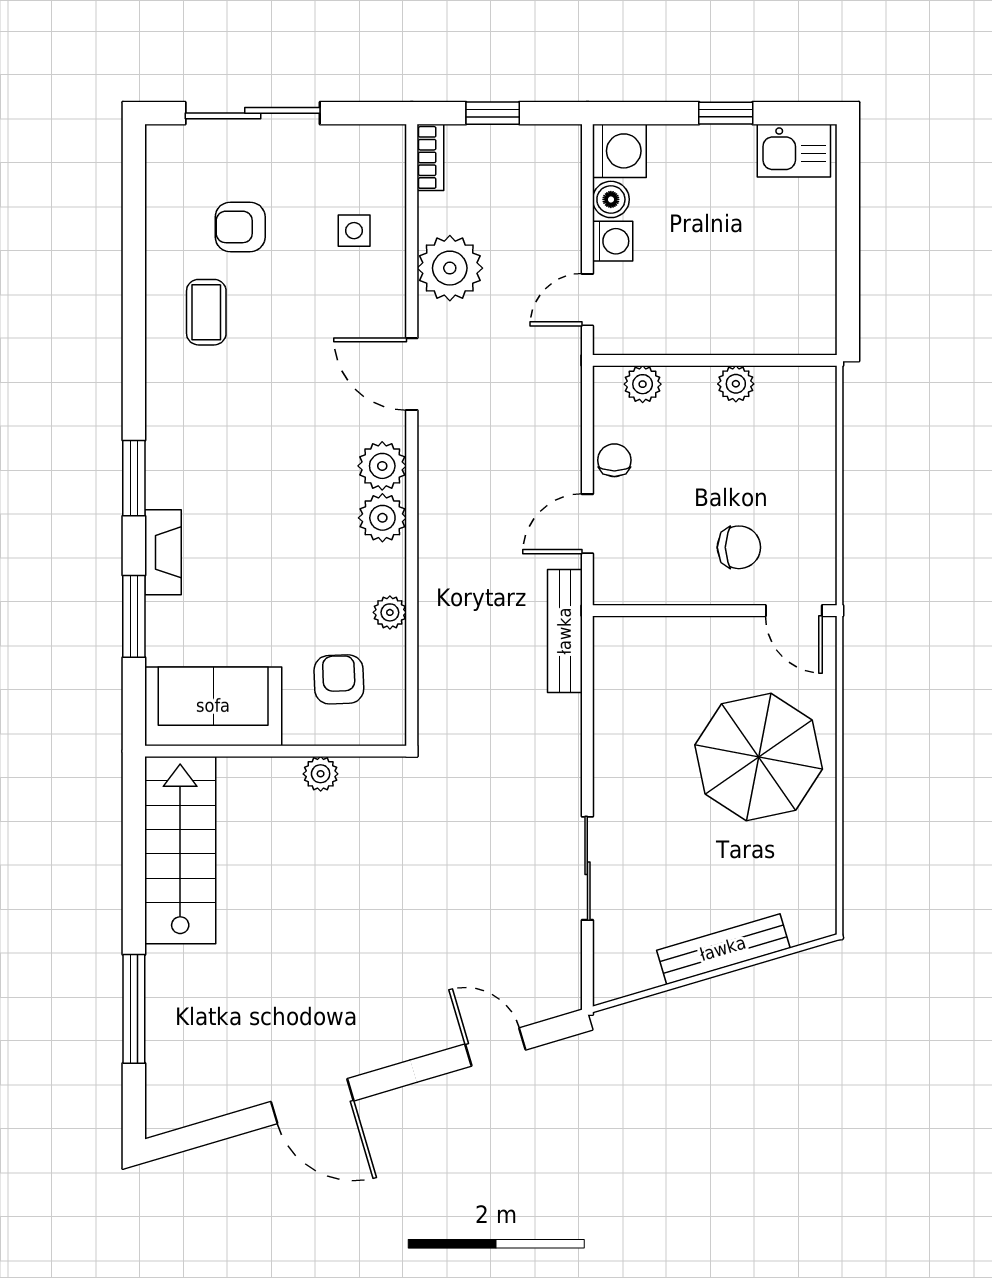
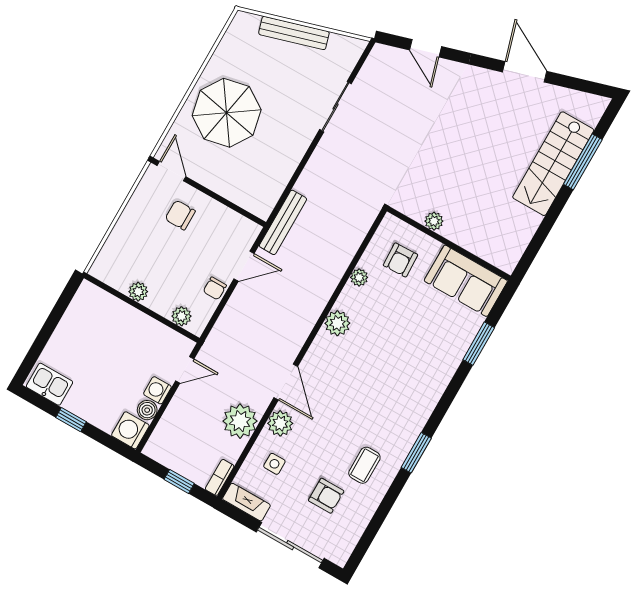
plant: (382, 466) -> (280, 423), moved
window: (134, 478) -> (416, 453), moved
fireplace: (163, 552) -> (246, 502), moved, turned 90
stairs: (180, 850) -> (553, 164), moved

